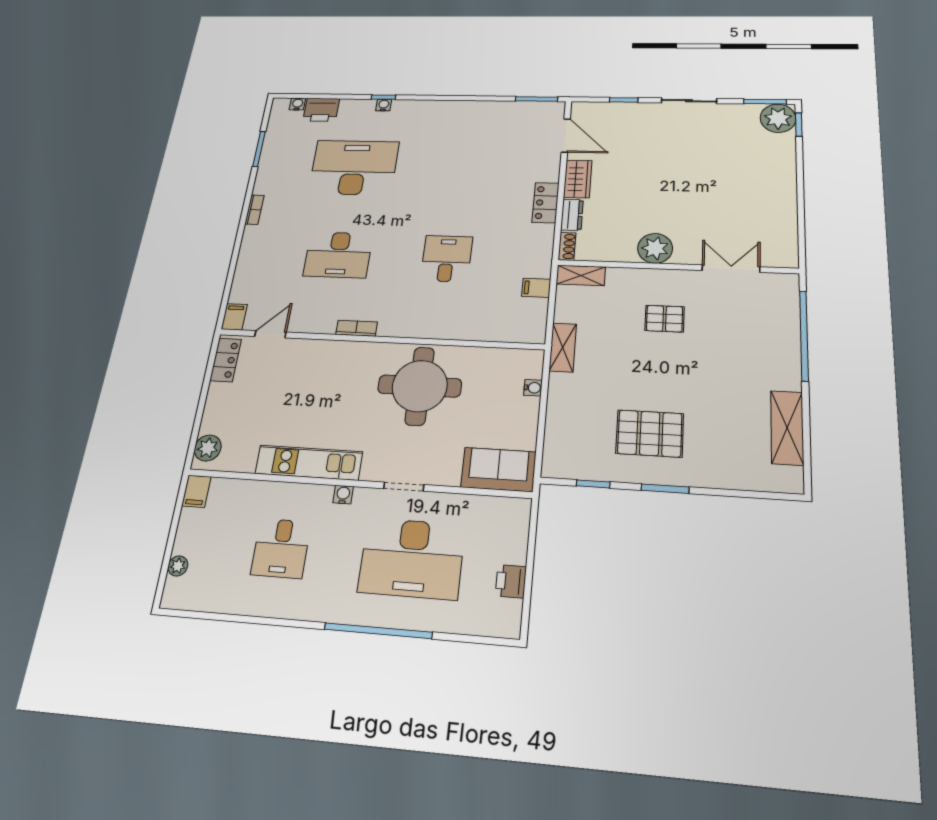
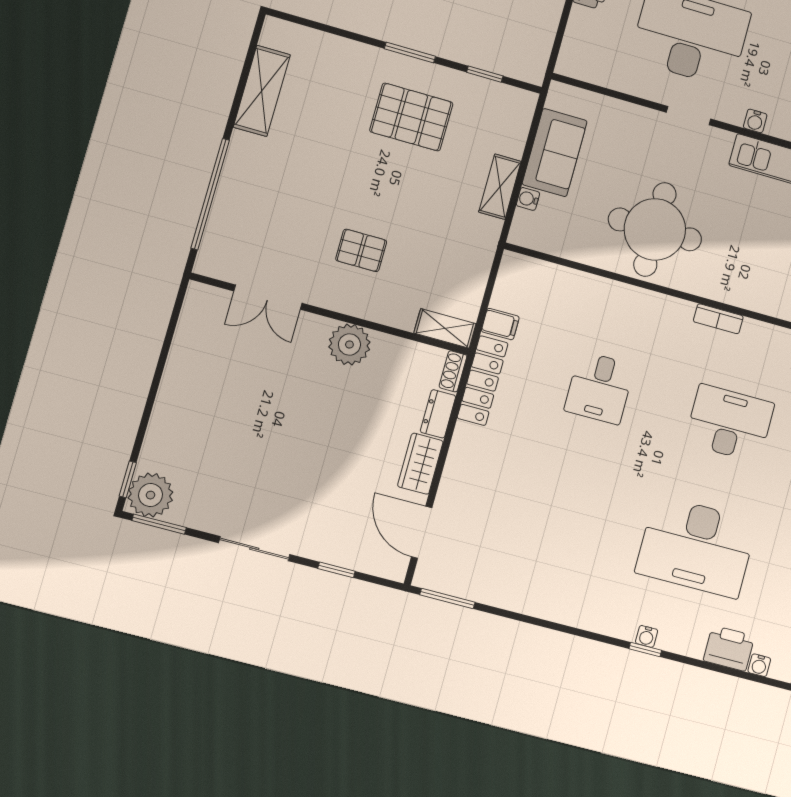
locker: (546, 203) -> (483, 381), moved, width x1.53
shelving: (563, 347) -> (500, 187), moved
sofa: (498, 470) -> (555, 153), moved, turned -90

